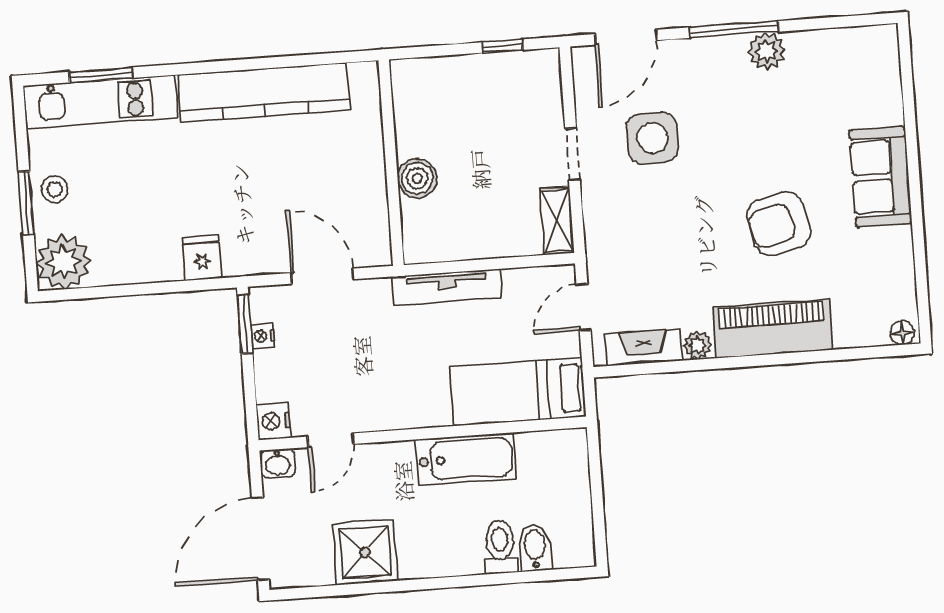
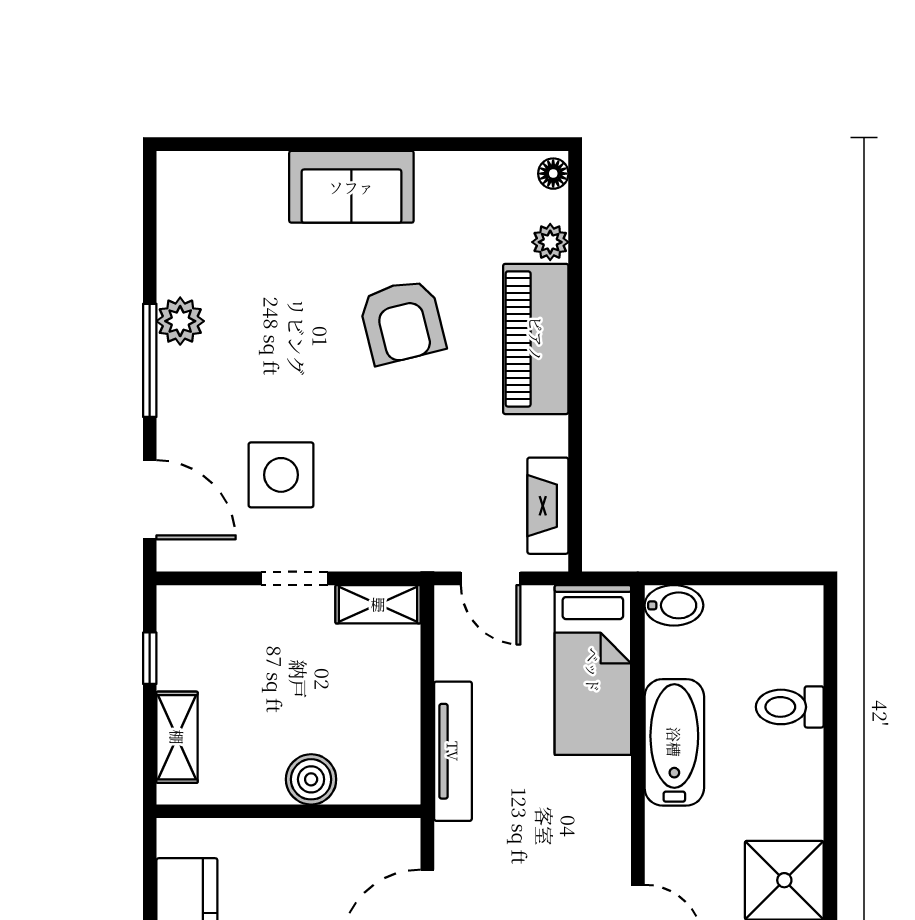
shelving: (442, 72) -> (177, 737), added
plant: (698, 345) -> (550, 242), moved
bidet: (535, 548) -> (674, 605), moved, turned 180

